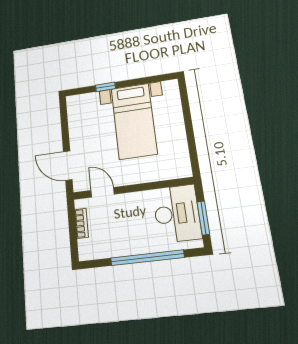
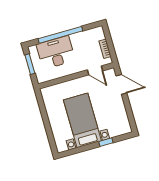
desk: (177, 214) -> (56, 52), moved, turned 90

